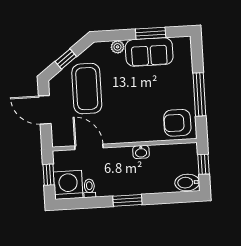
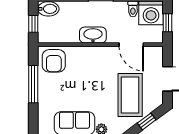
armchair: (177, 123) -> (54, 61), turned 90
washbasin: (141, 152) -> (93, 35), width x1.91, depth x1.45

